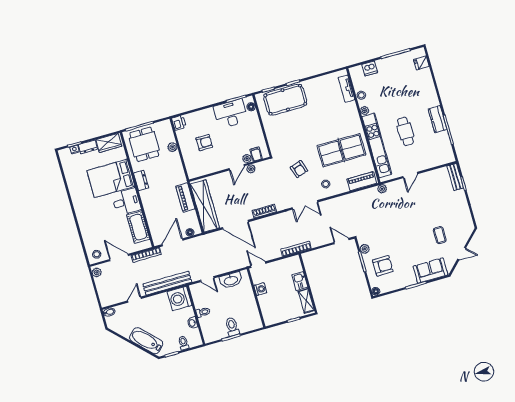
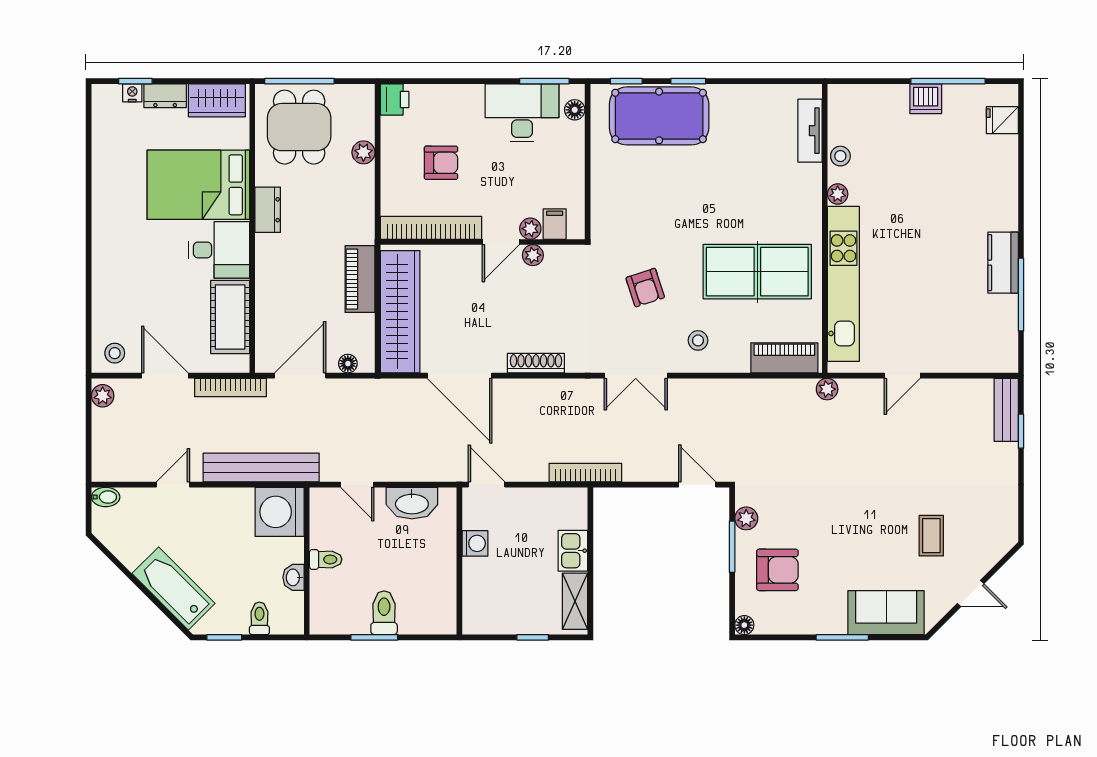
dishwasher: (370, 68) -> (926, 99), moved
cafe table: (405, 131) -> (920, 270), removed
bookcase: (208, 169) -> (431, 228), added

